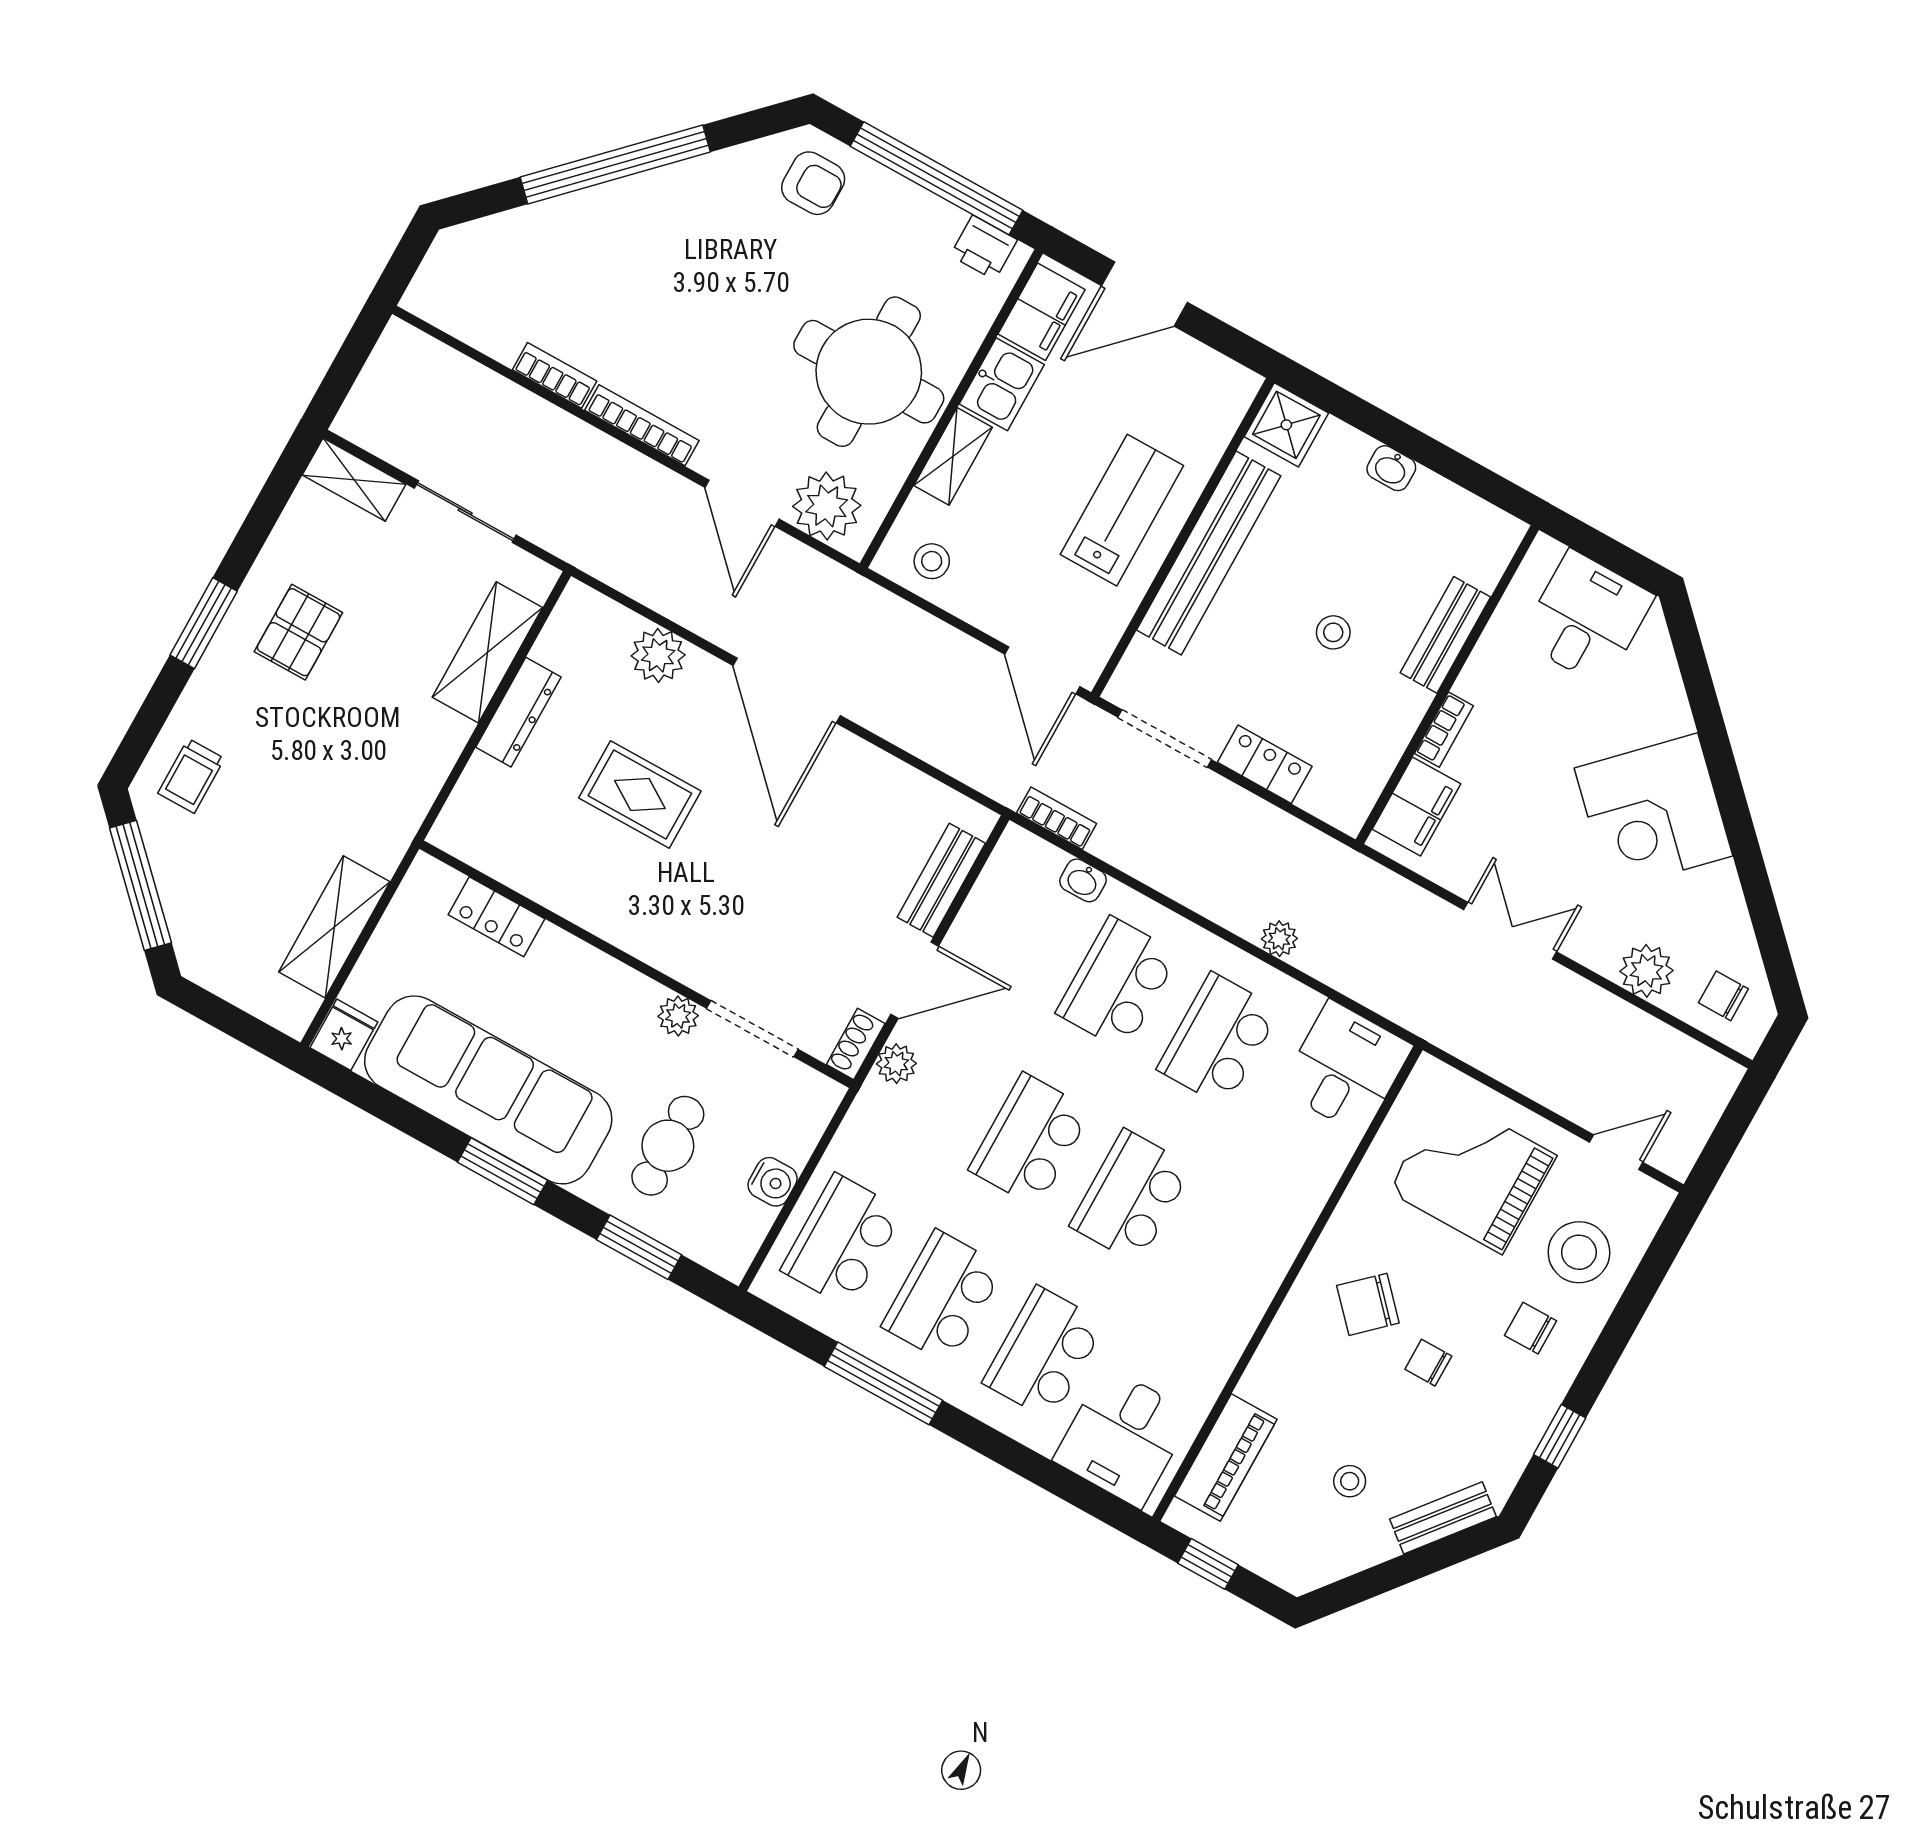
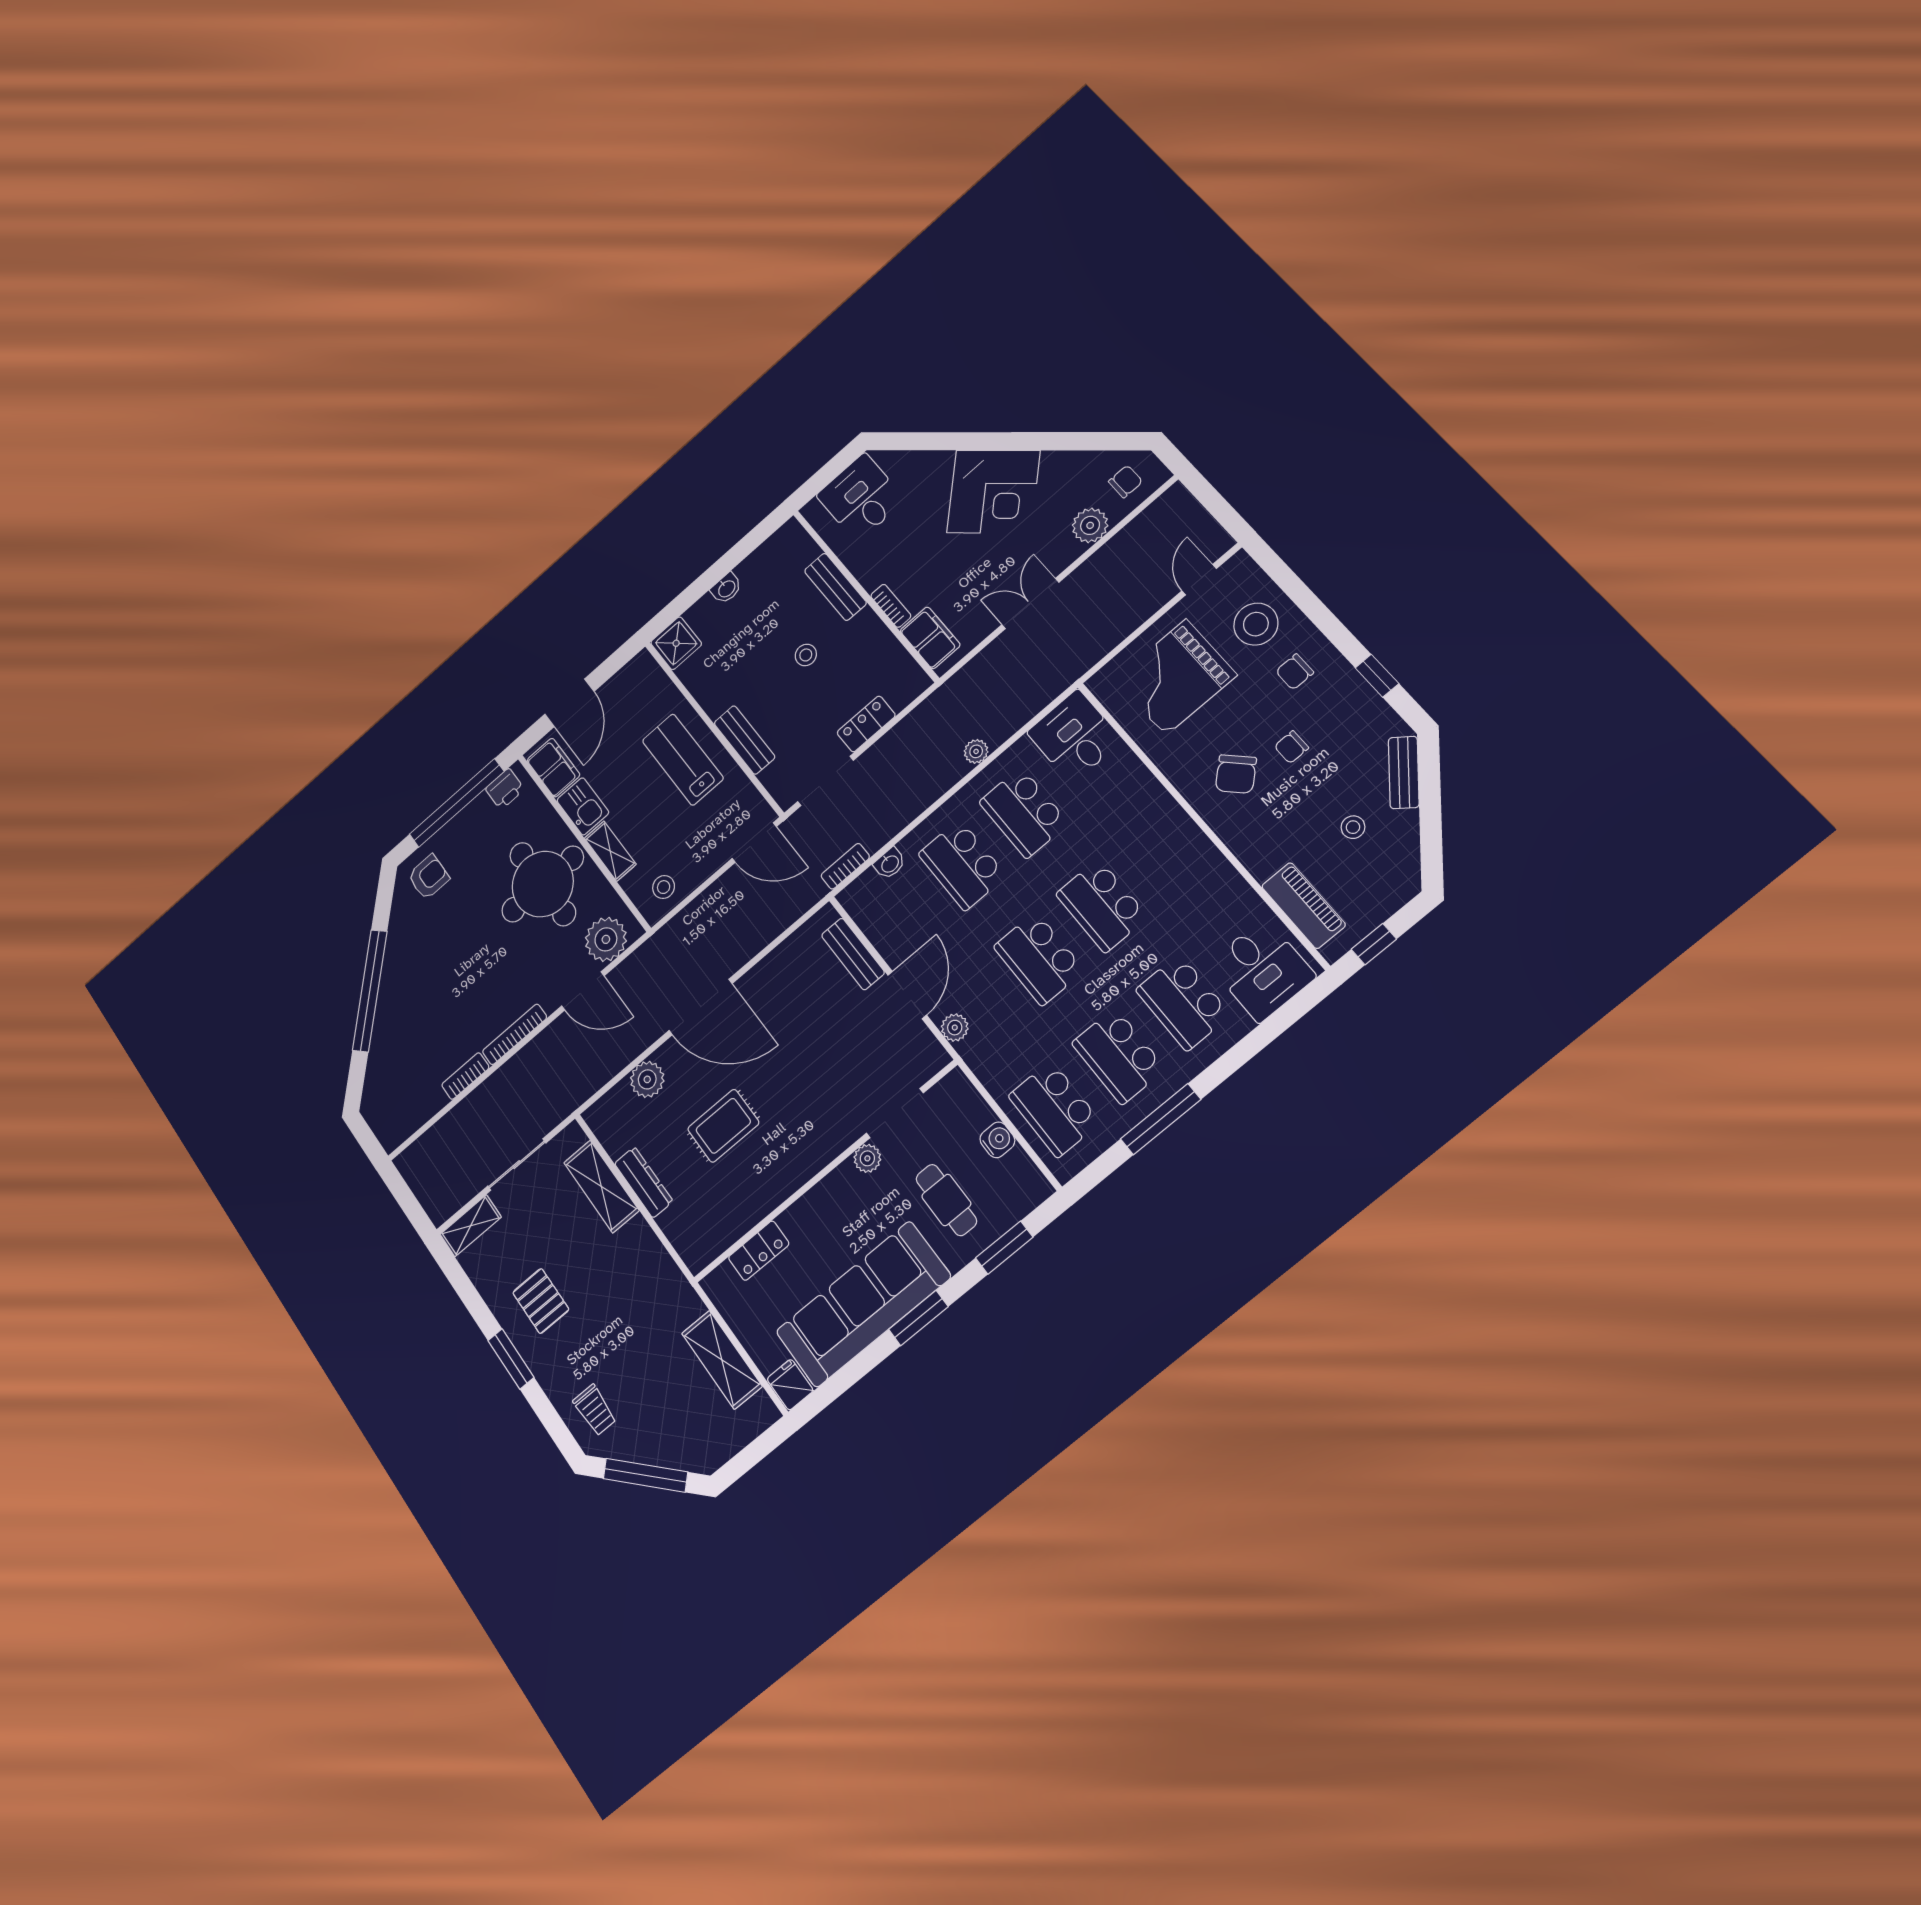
bench: (1209, 553) -> (744, 740), width x0.54, depth x0.82
chair: (1723, 996) -> (1125, 482), turned 180
shoe rack: (856, 1044) -> (932, 1049), removed

